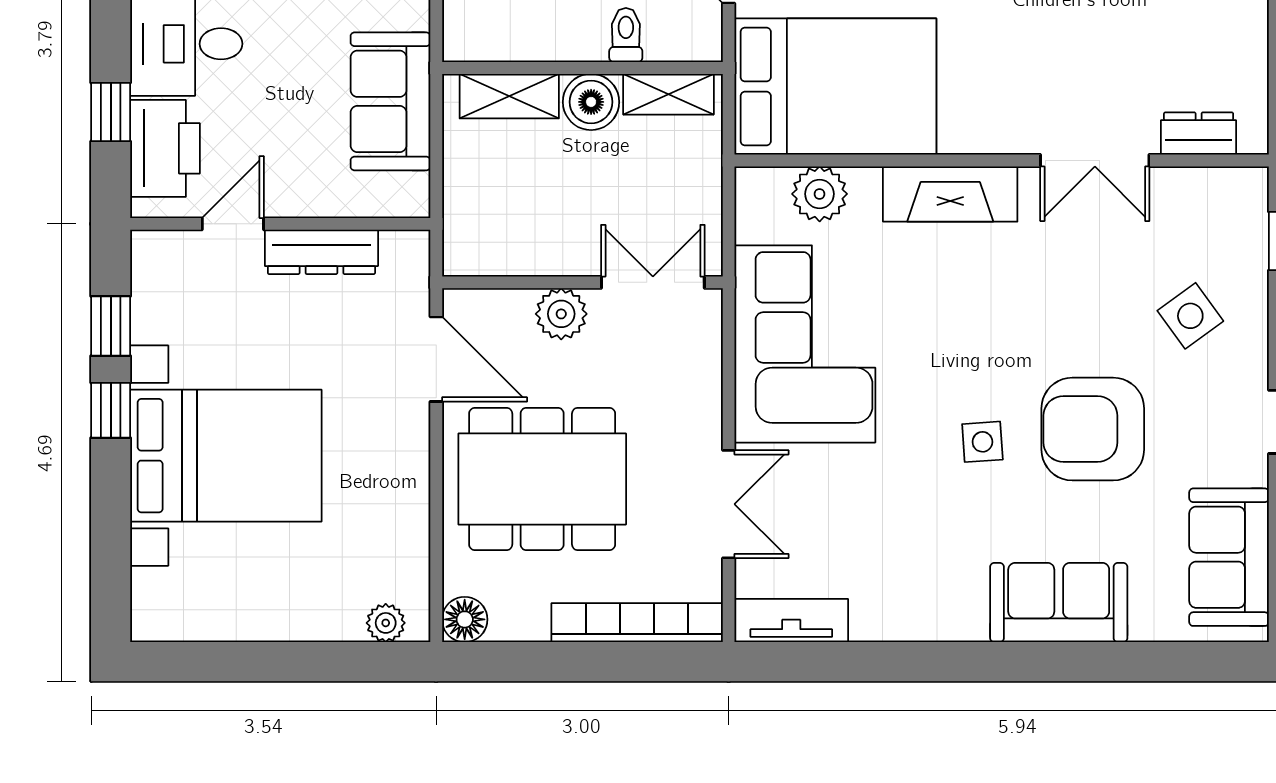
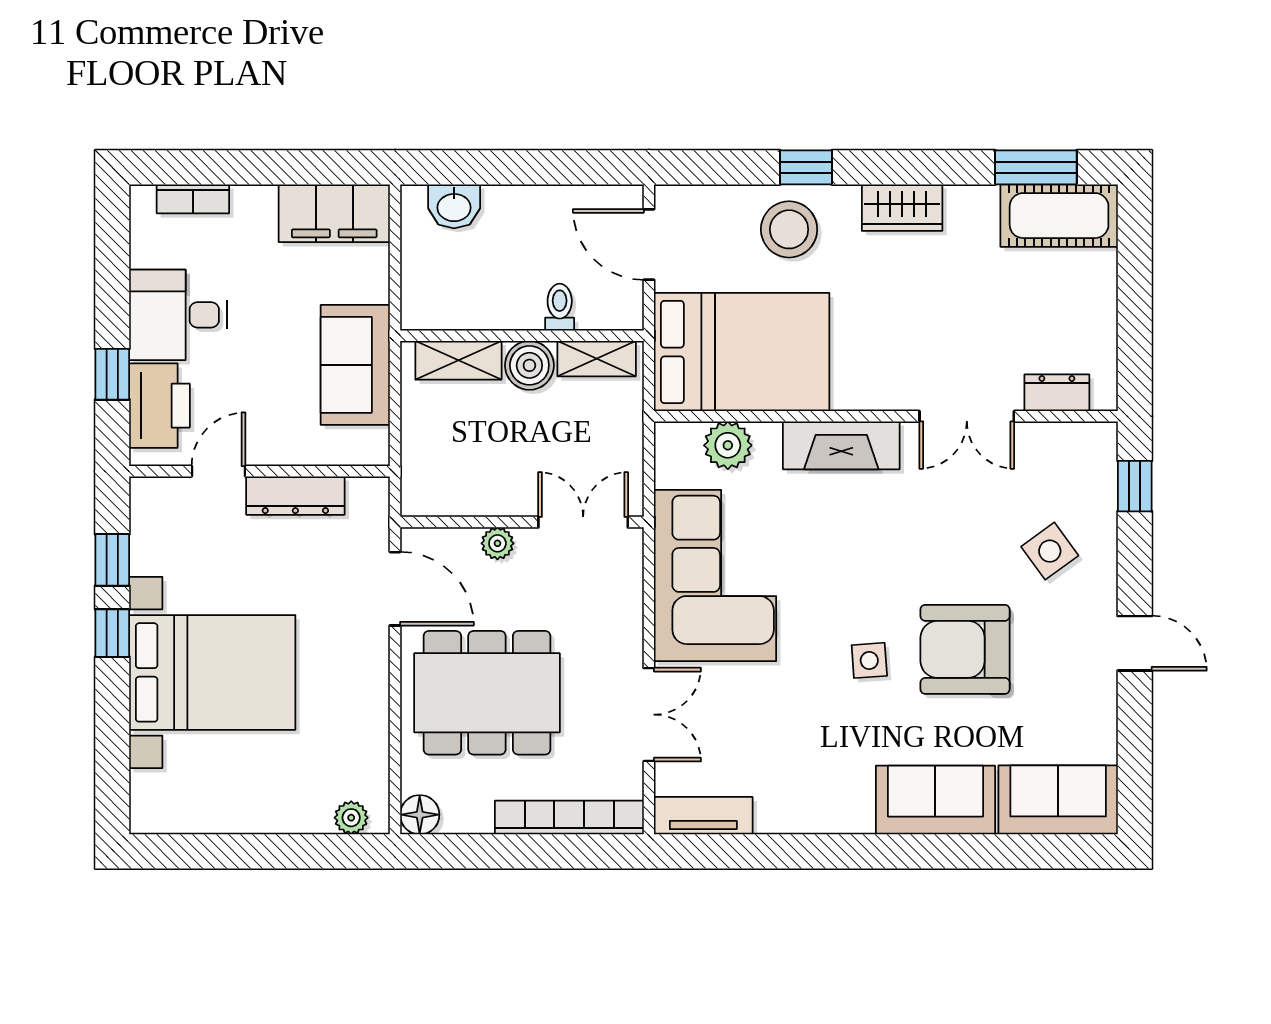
plant: (561, 314) -> (497, 543), width x0.73, depth x0.73
sofa: (1229, 557) -> (1058, 800), moved, turned 90

